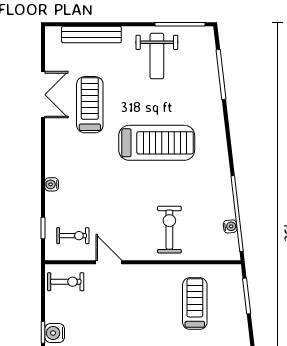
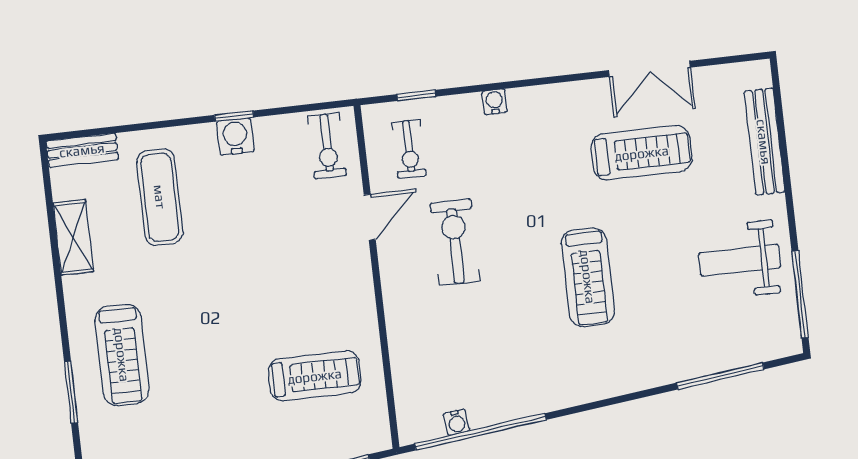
treadmill: (157, 143) -> (588, 277), width x0.73, depth x0.73
exercise bike: (169, 230) -> (455, 242), moved, turned -90

